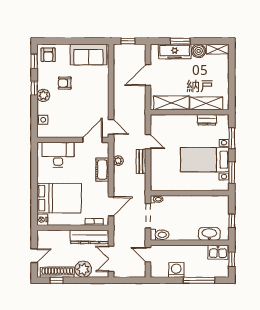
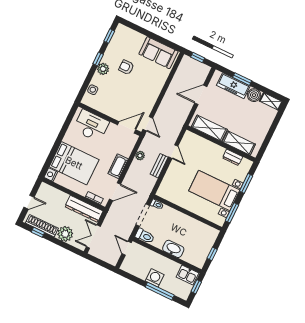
armchair: (48, 55) -> (124, 36), removed
cot: (102, 170) -> (118, 166), moved
washbasin: (209, 234) -> (173, 249), moved
washing machine: (176, 270) -> (155, 278), moved

